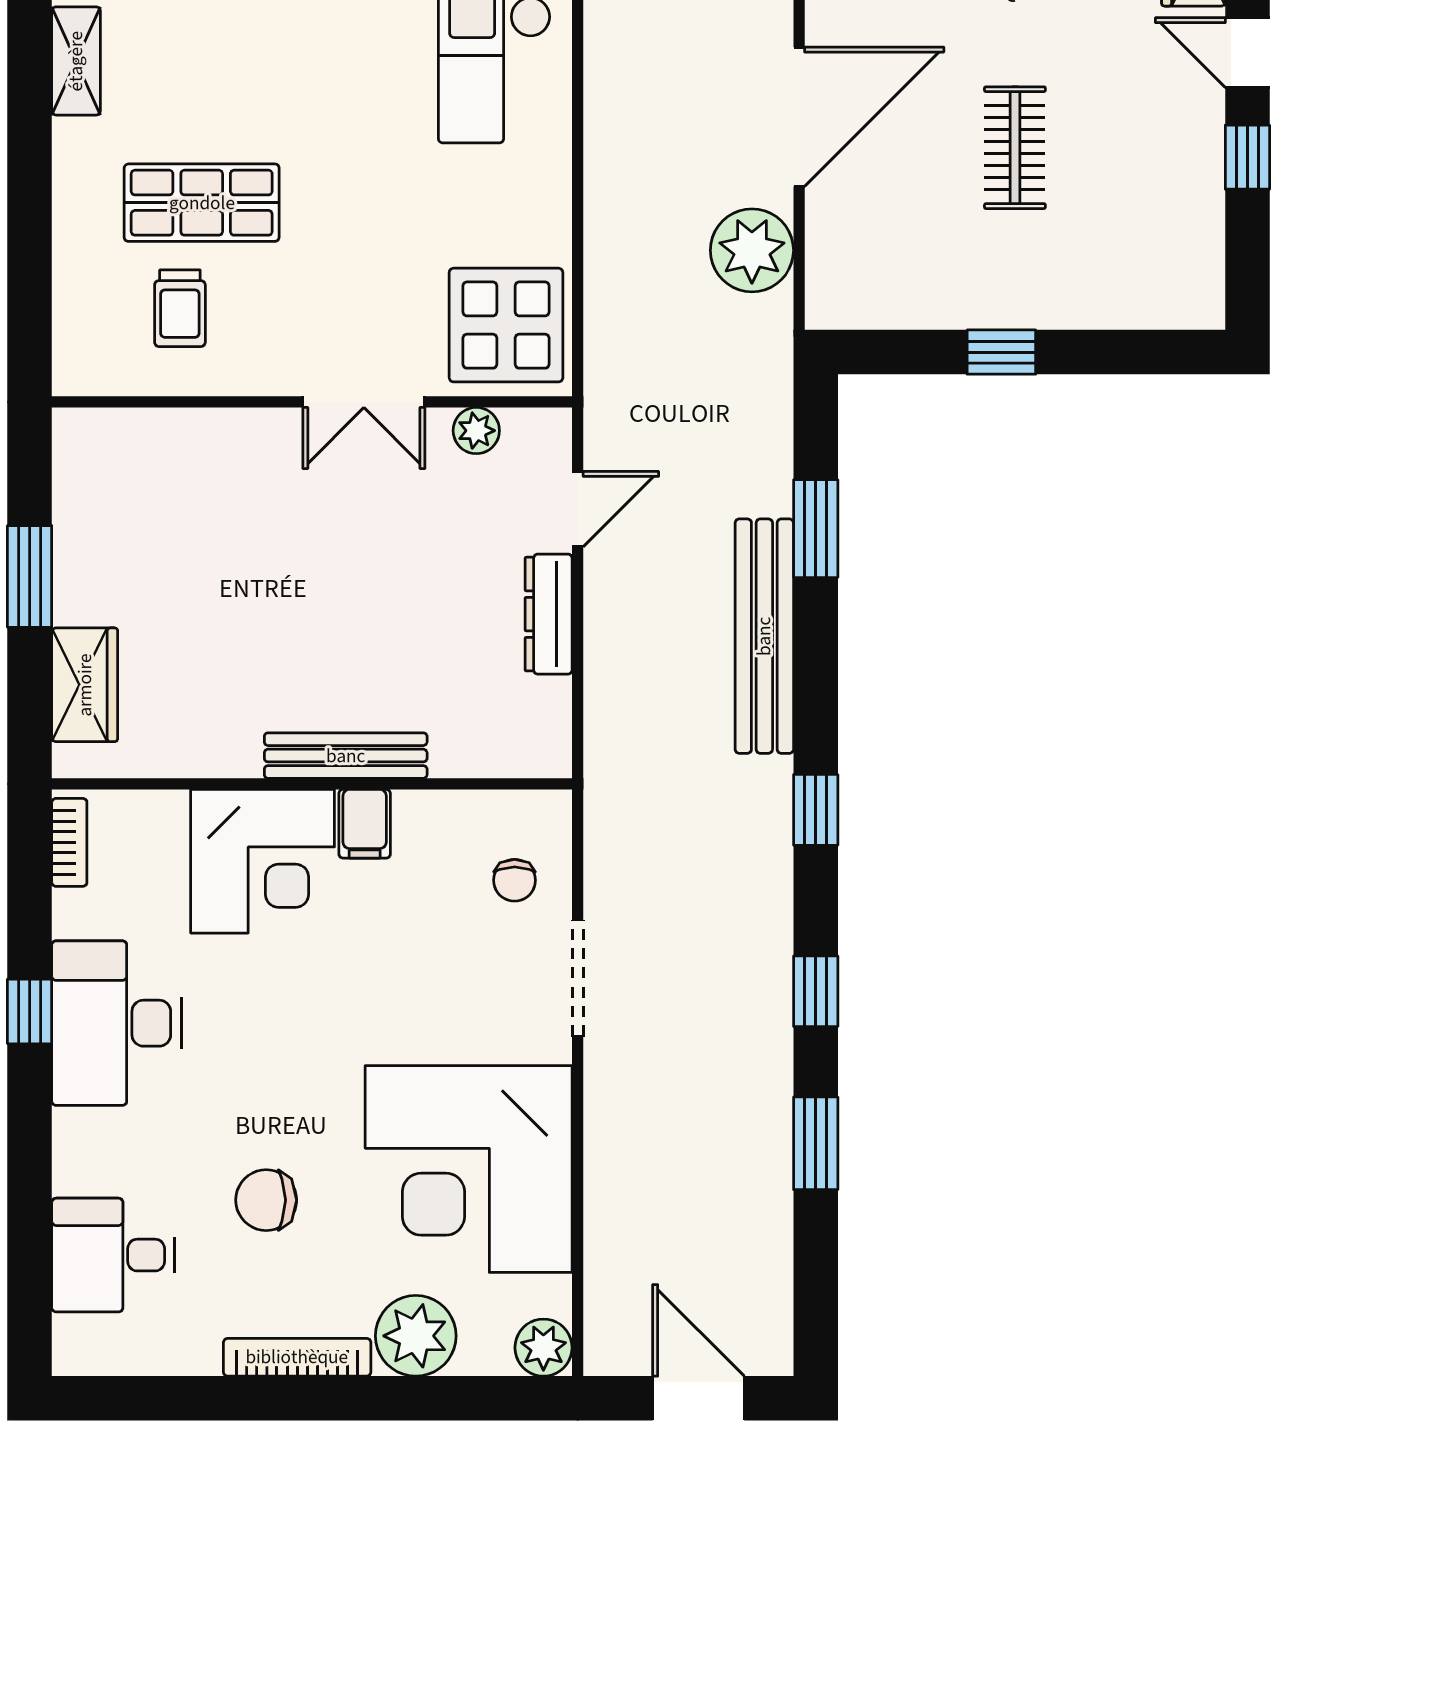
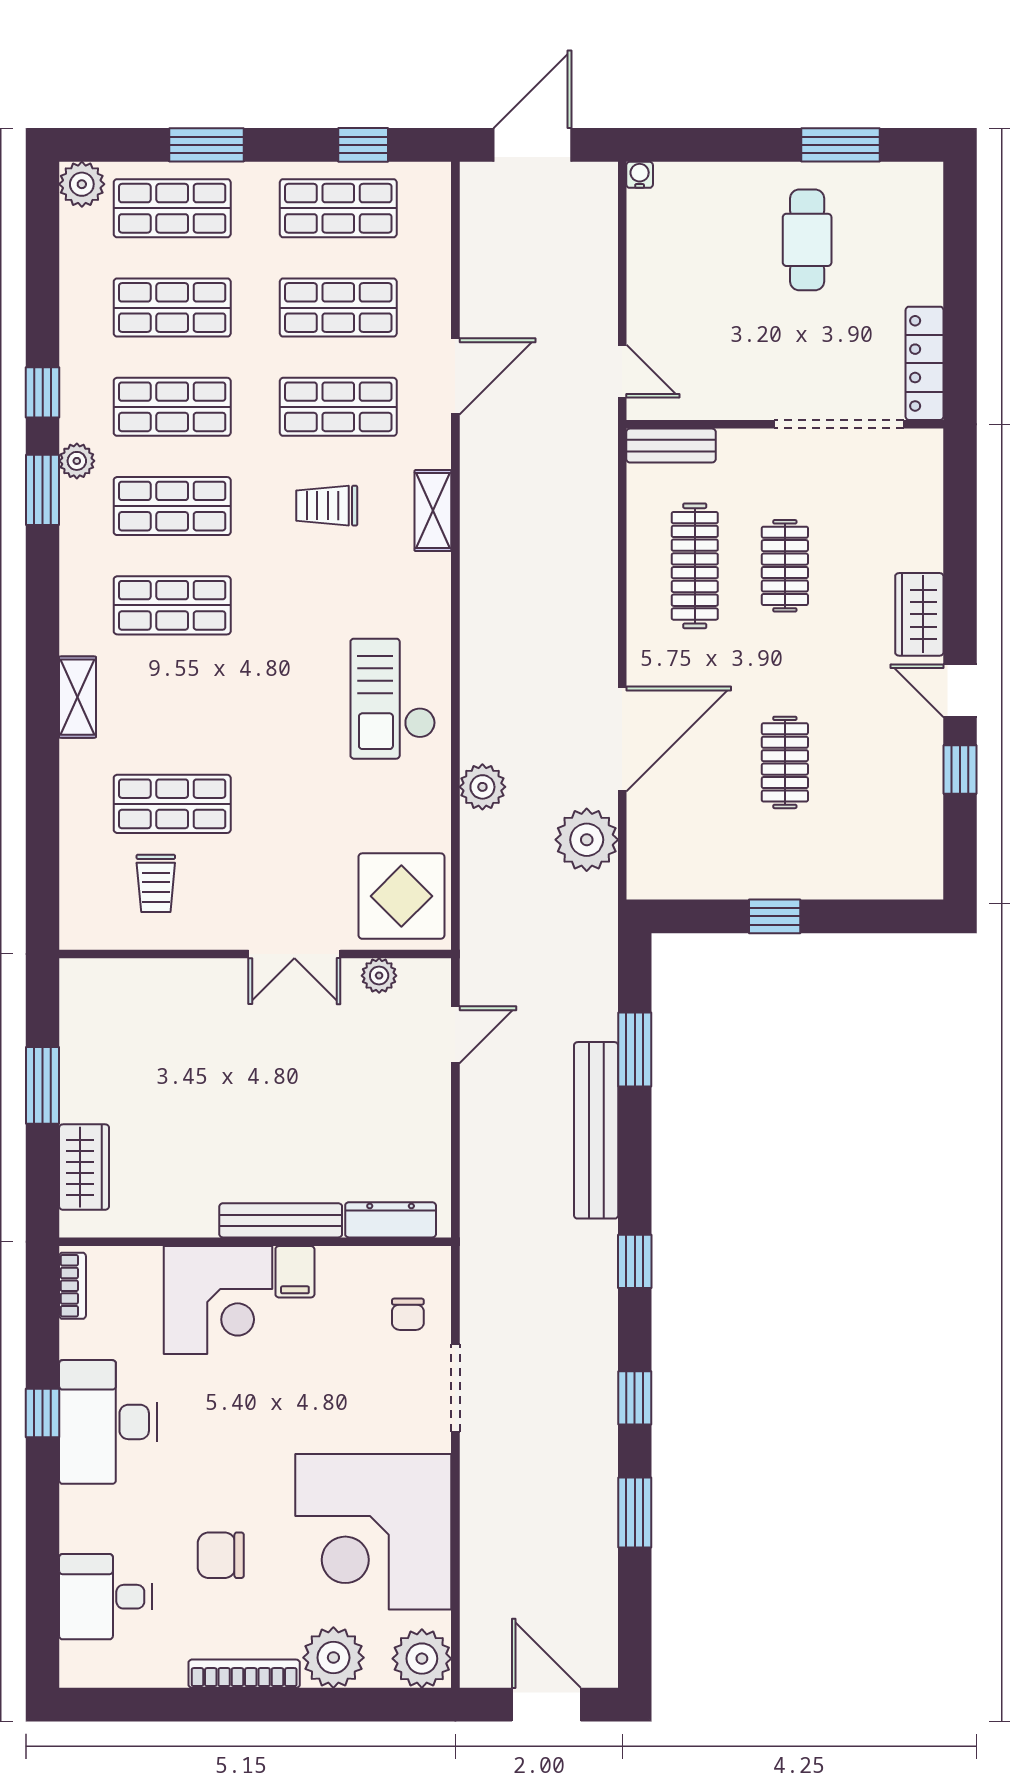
plant: (613, 180) -> (482, 787), added
dresser: (549, 614) -> (391, 1220), moved, turned 90
plant: (543, 1348) -> (422, 1659), width x1.36, depth x1.36

